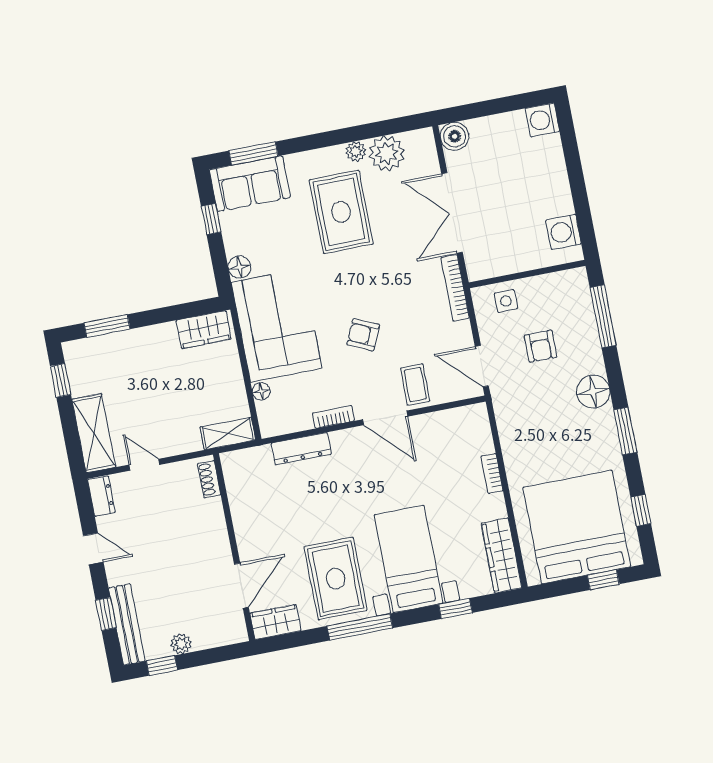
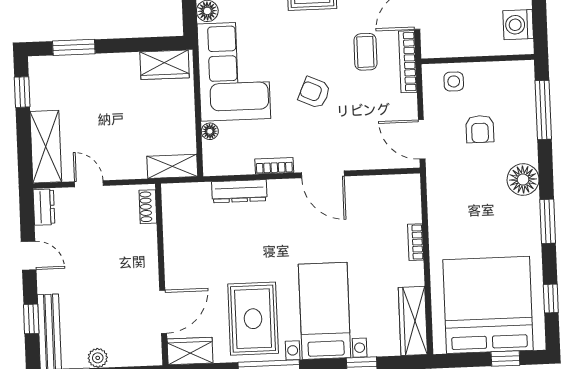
coffee table: (415, 385) -> (365, 52), moved

